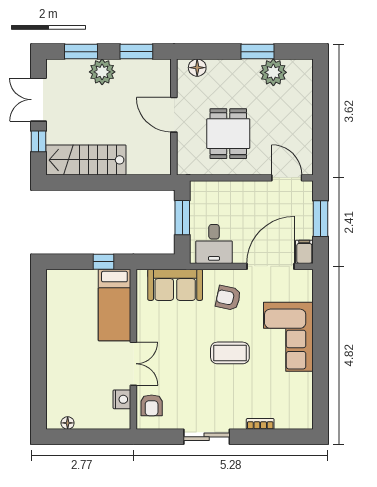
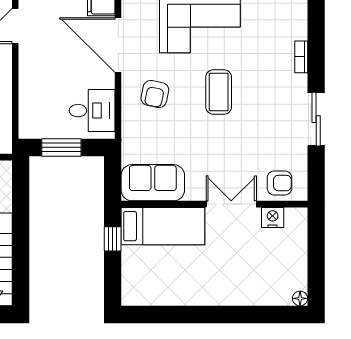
sofa: (175, 285) -> (153, 183), moved, turned -90
floor lamp: (68, 423) -> (300, 298), moved

